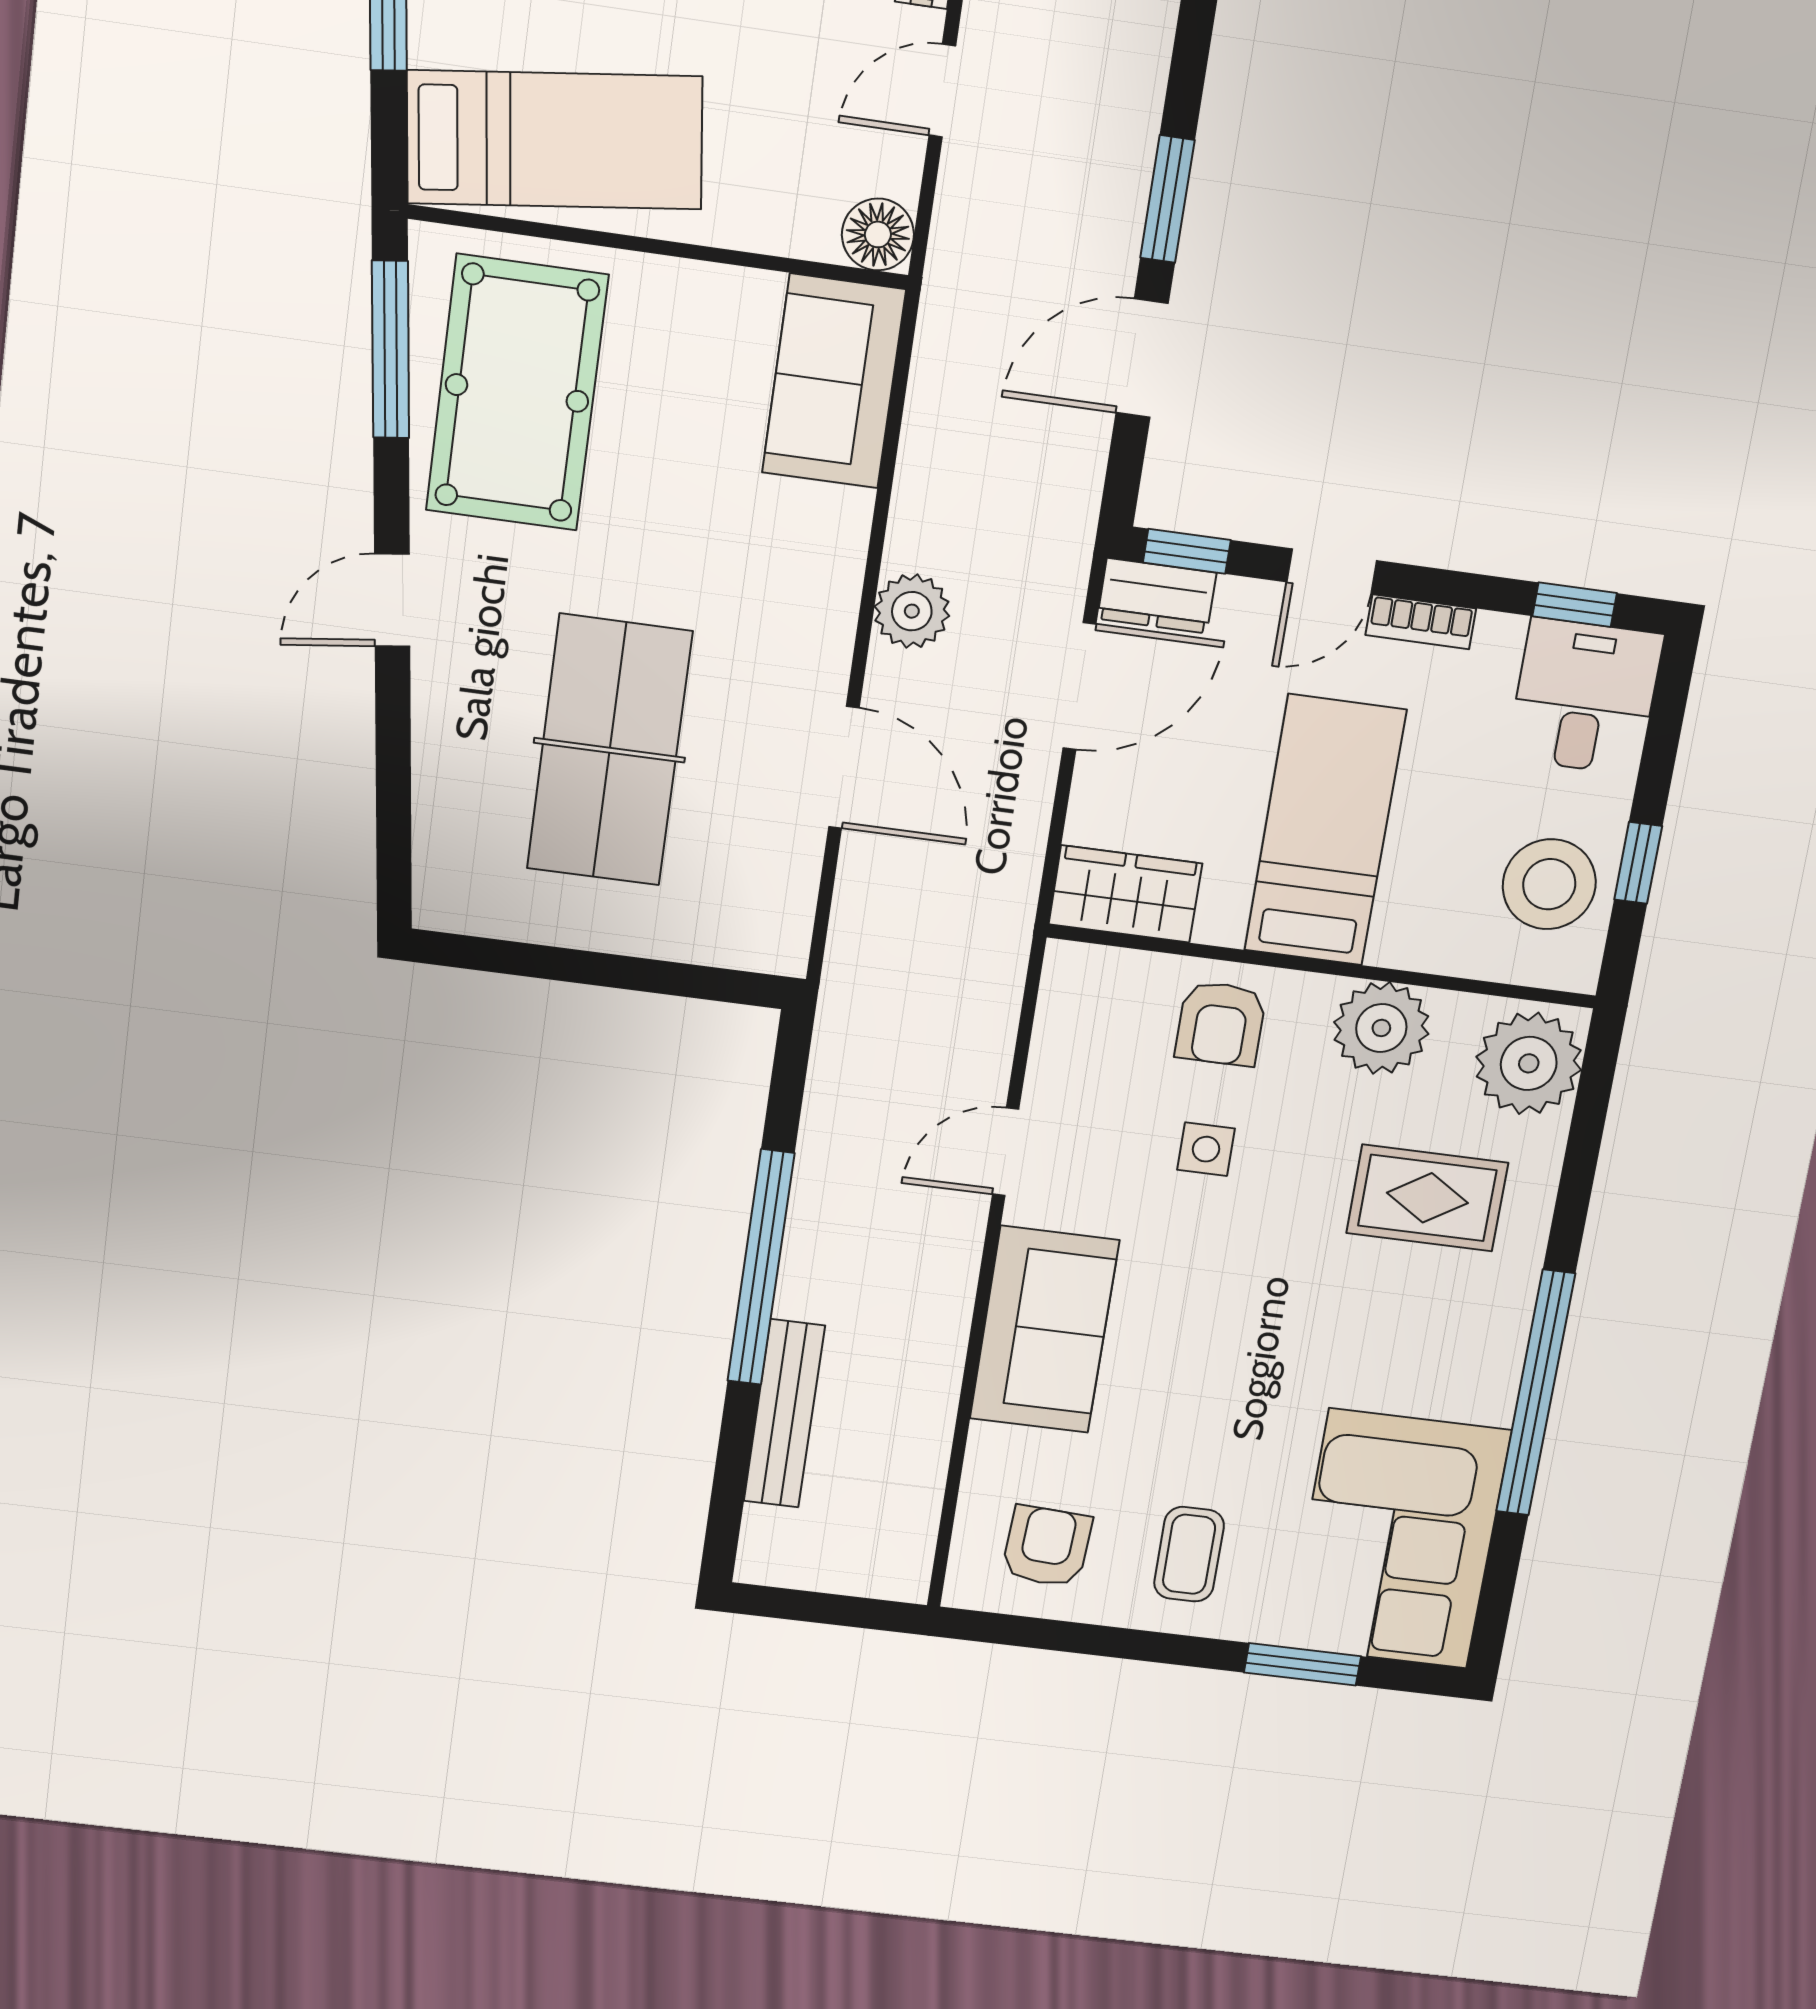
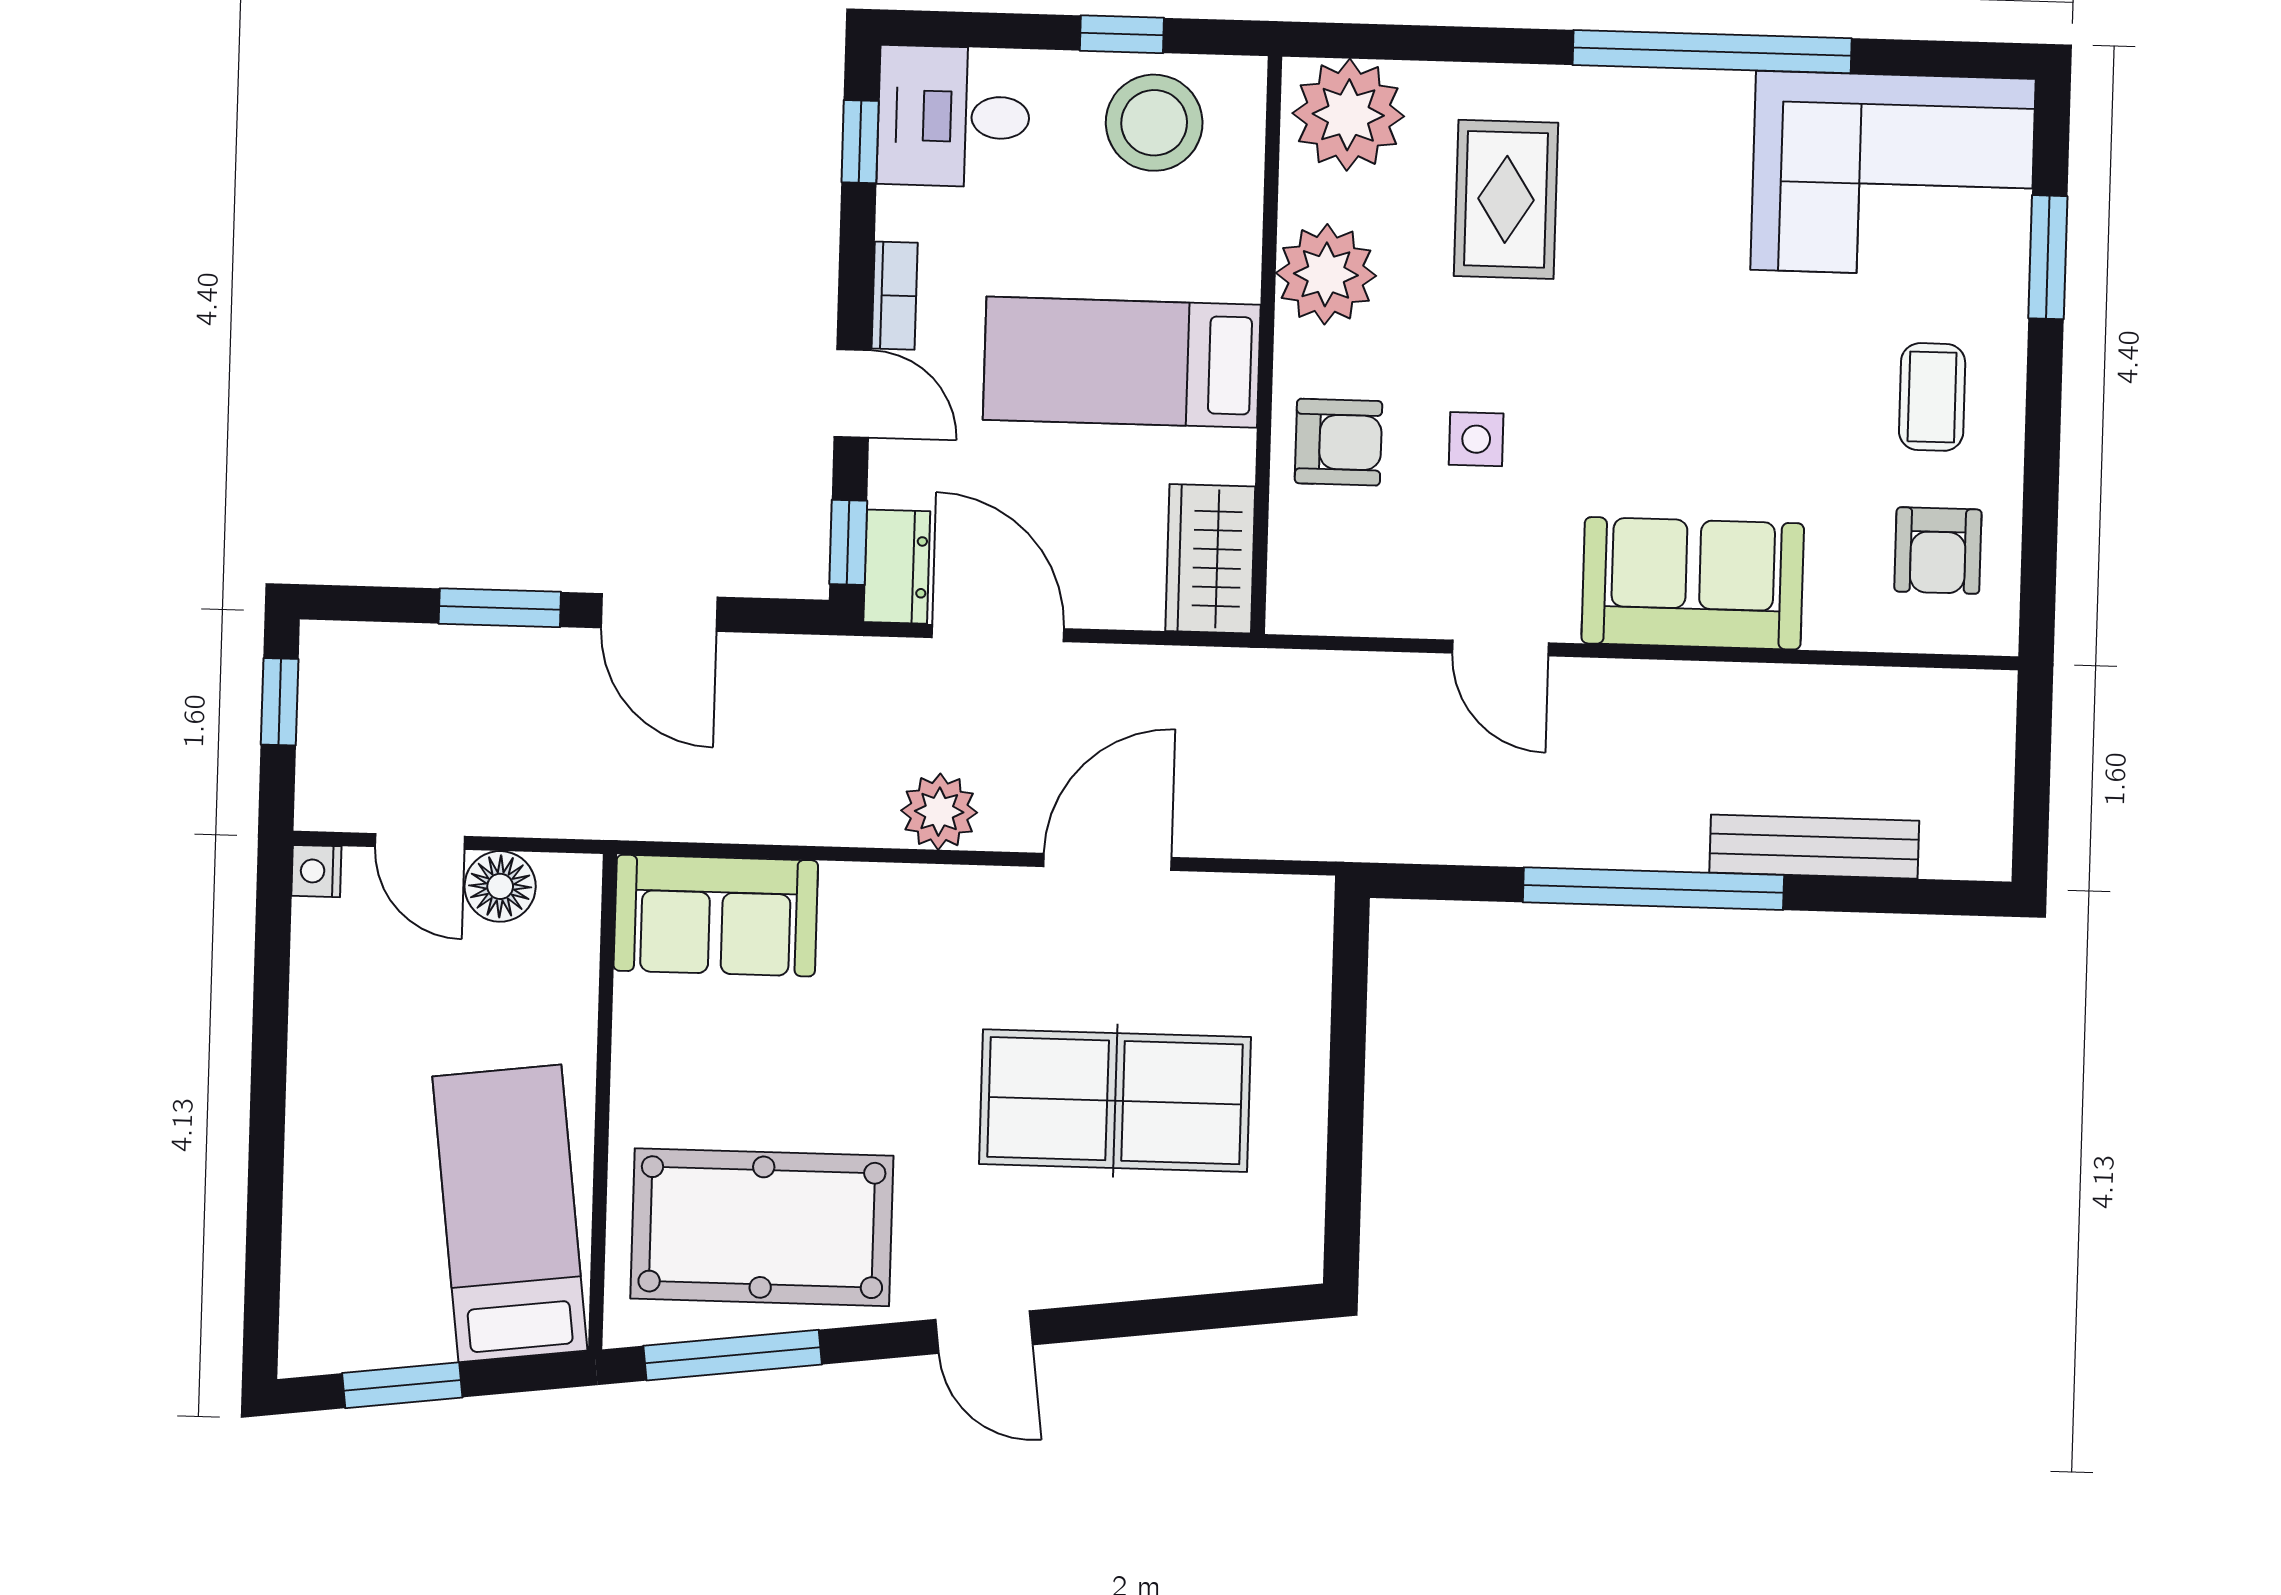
floor lamp: (878, 234) -> (500, 886), moved
armchair: (1047, 1546) -> (1938, 551), turned -93
coffee table: (1189, 1554) -> (1932, 397), turned 90

